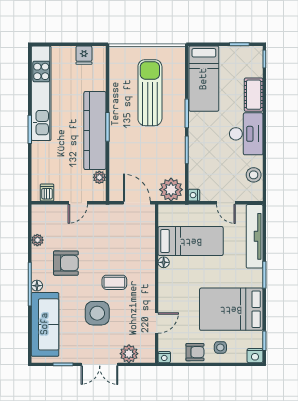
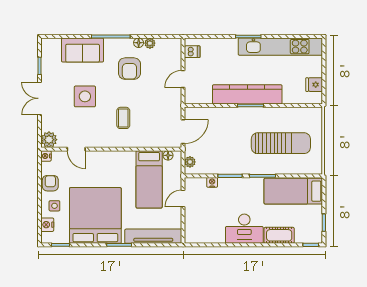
stool: (254, 175) -> (208, 235), removed
plant: (99, 177) -> (206, 98), removed
plant: (171, 190) -> (190, 162), width x0.53, depth x0.53
nightstand: (194, 195) -> (212, 182), moved
door: (78, 203) -> (183, 79), hinge flipped
door: (226, 203) -> (183, 199), moved
floor lamp: (164, 262) -> (168, 155), moved
coffee table: (114, 282) -> (123, 118), moved
floor lamp: (37, 286) -> (139, 43), moved
bed: (231, 309) -> (95, 215), width x1.36
sofa: (45, 324) -> (83, 50), width x0.73
armchair: (195, 352) -> (50, 183), turned 180
plant: (129, 354) -> (49, 140), moved
nightstand: (255, 356) -> (47, 225), moved

